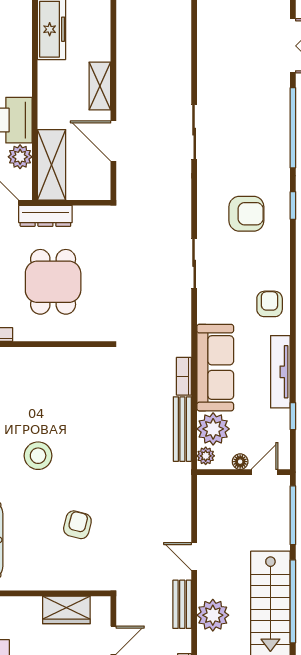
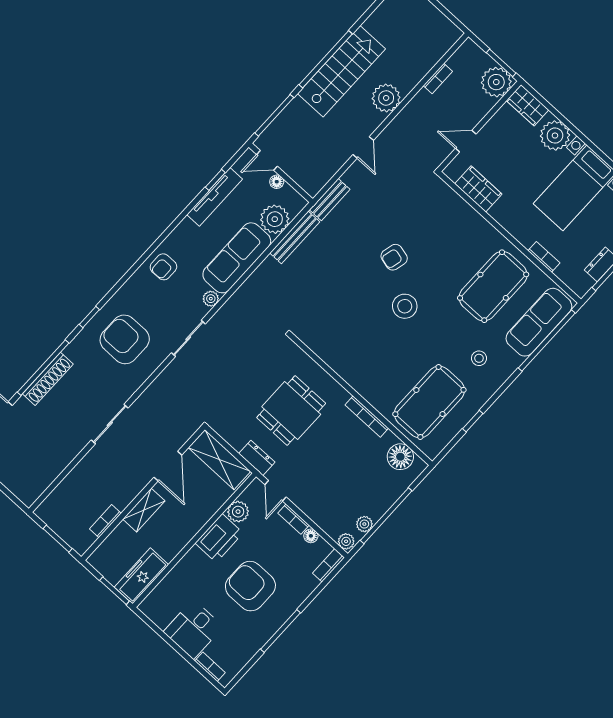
shoe rack: (280, 122) -> (48, 379), added
shelving: (52, 165) -> (219, 460), moved, turned 90
armchair: (246, 214) -> (125, 339), width x1.36, depth x1.36
dresser: (45, 216) -> (257, 458), width x0.70
tv unit: (280, 372) -> (215, 197), moved
bookcase: (184, 376) -> (105, 521), moved, turned 180
plant: (206, 456) -> (211, 299), moved
armchair: (77, 525) -> (394, 257), moved
bench: (182, 604) -> (330, 200), moved

